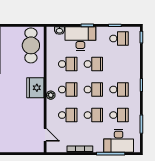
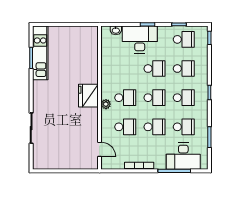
cafe table: (31, 45) -> (83, 47), removed
school desk: (68, 64) -> (184, 69), moved

